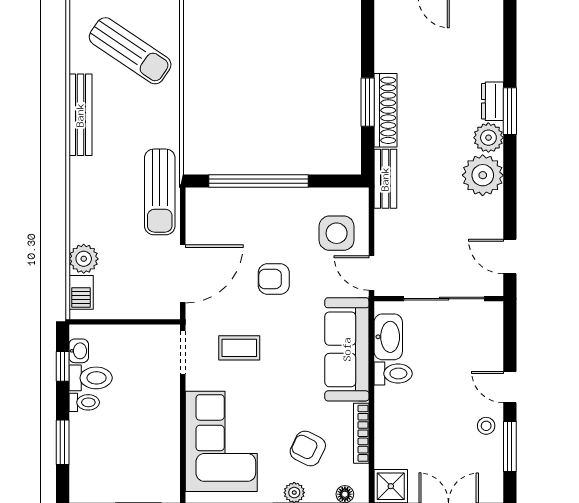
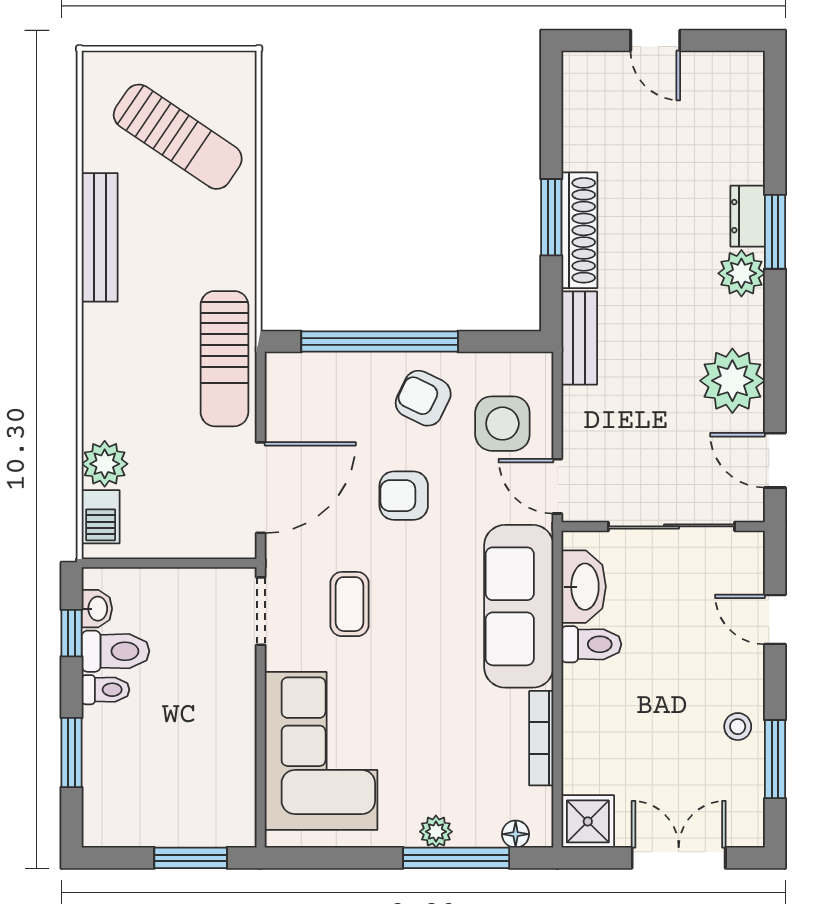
plant: (483, 175) -> (732, 381), moved
coffee table: (239, 348) -> (349, 604), turned 90
door: (510, 387) -> (775, 619), moved
armchair: (308, 449) -> (423, 398), moved

